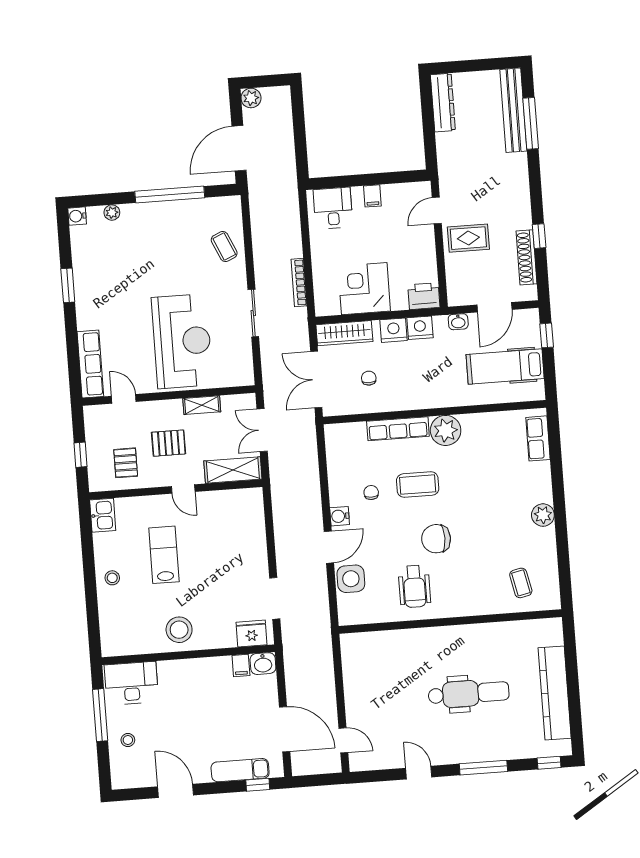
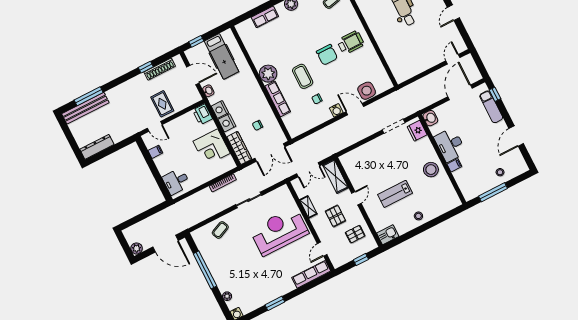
filing cabinet: (372, 196) -> (155, 152), moved
row of seats: (538, 438) -> (265, 17), moved
wheelchair: (414, 586) -> (351, 43), moved
filing cabinet: (241, 665) -> (454, 165), moved
desk: (131, 683) -> (450, 145), moved

